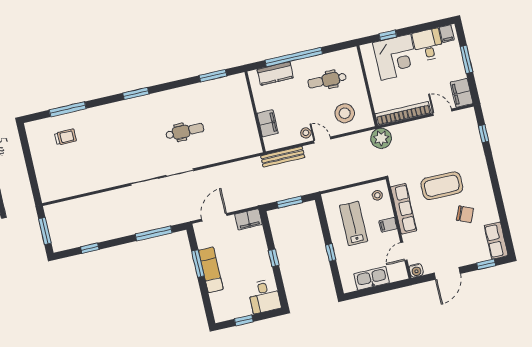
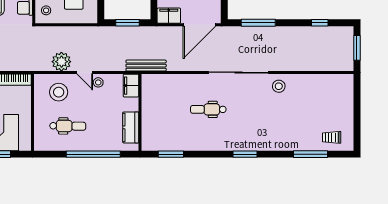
kitchen counter: (275, 74) -> (131, 127), moved, turned -90
filing cabinet: (268, 123) -> (131, 86), moved
trolley: (66, 137) -> (332, 137), moved
plant: (381, 138) -> (61, 62), moved
bench: (283, 157) -> (146, 66), moved
stool: (117, 172) -> (279, 86), added
door: (214, 217) -> (199, 25), width x1.36

